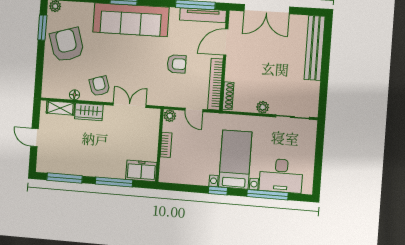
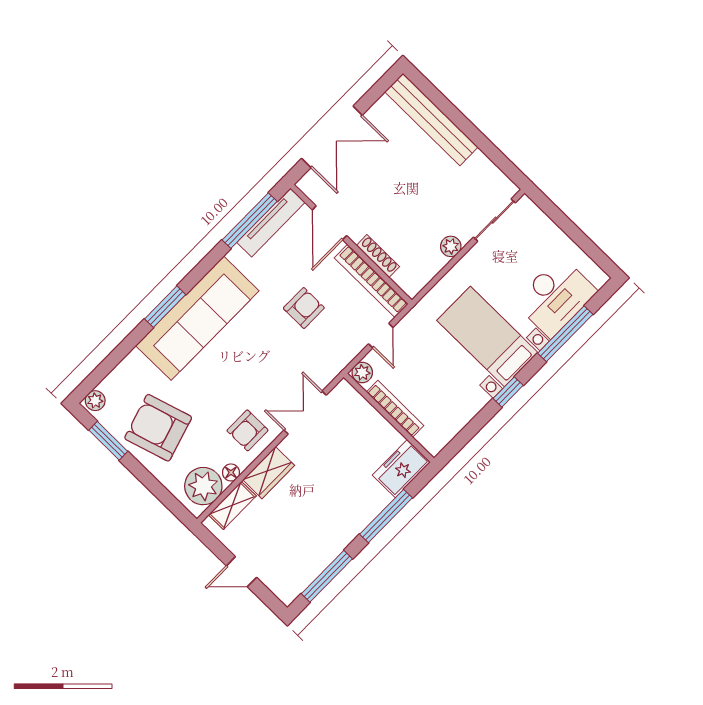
armchair: (100, 86) -> (248, 430), turned -72
plant: (58, 88) -> (203, 486), added
shoe rack: (228, 96) -> (378, 256), moved
door: (194, 110) -> (381, 336), hinge flipped
bookcase: (166, 145) -> (395, 409), width x1.56

